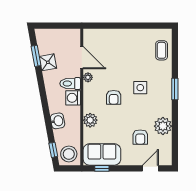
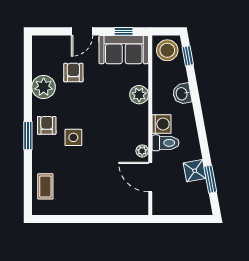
armchair: (114, 97) -> (47, 125), moved
door: (150, 168) -> (82, 31), moved

